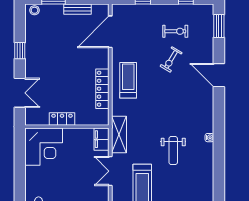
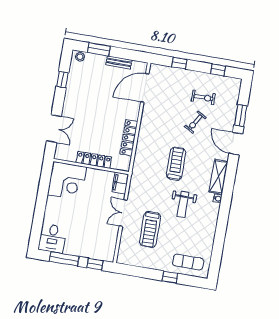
window: (219, 26) -> (241, 115), moved
window: (20, 51) -> (62, 80), moved
treadmill: (128, 80) -> (176, 164), moved
locker: (62, 119) -> (94, 160), width x1.53
shelving: (119, 134) -> (218, 177), moved

